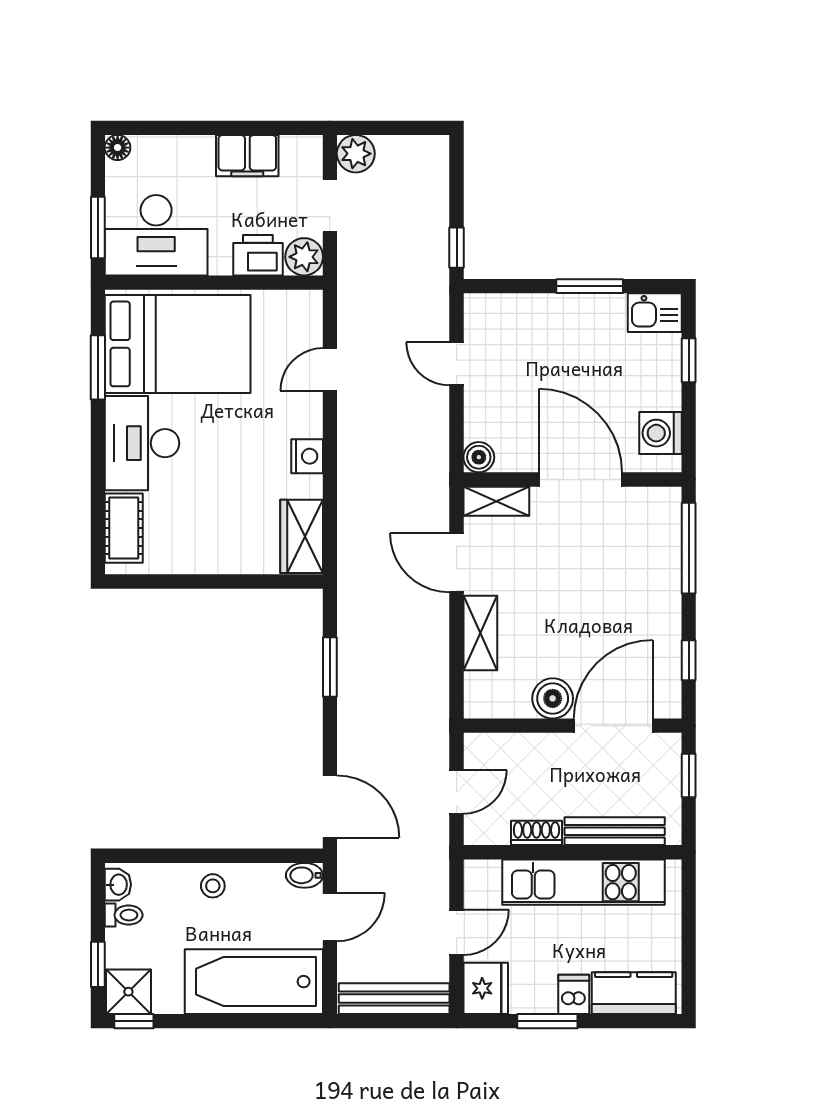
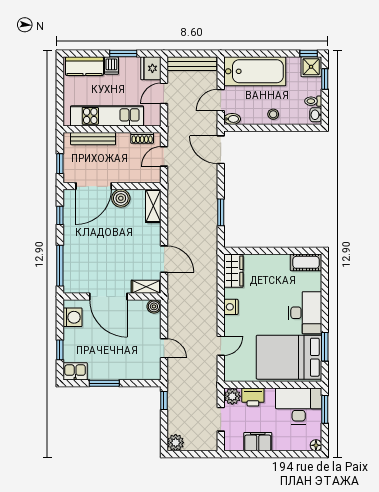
plant: (356, 154) -> (176, 443), moved
cot: (124, 528) -> (306, 262), moved, turned 90
shelving: (480, 633) -> (153, 206), moved
shoe rack: (537, 833) -> (142, 138), moved

